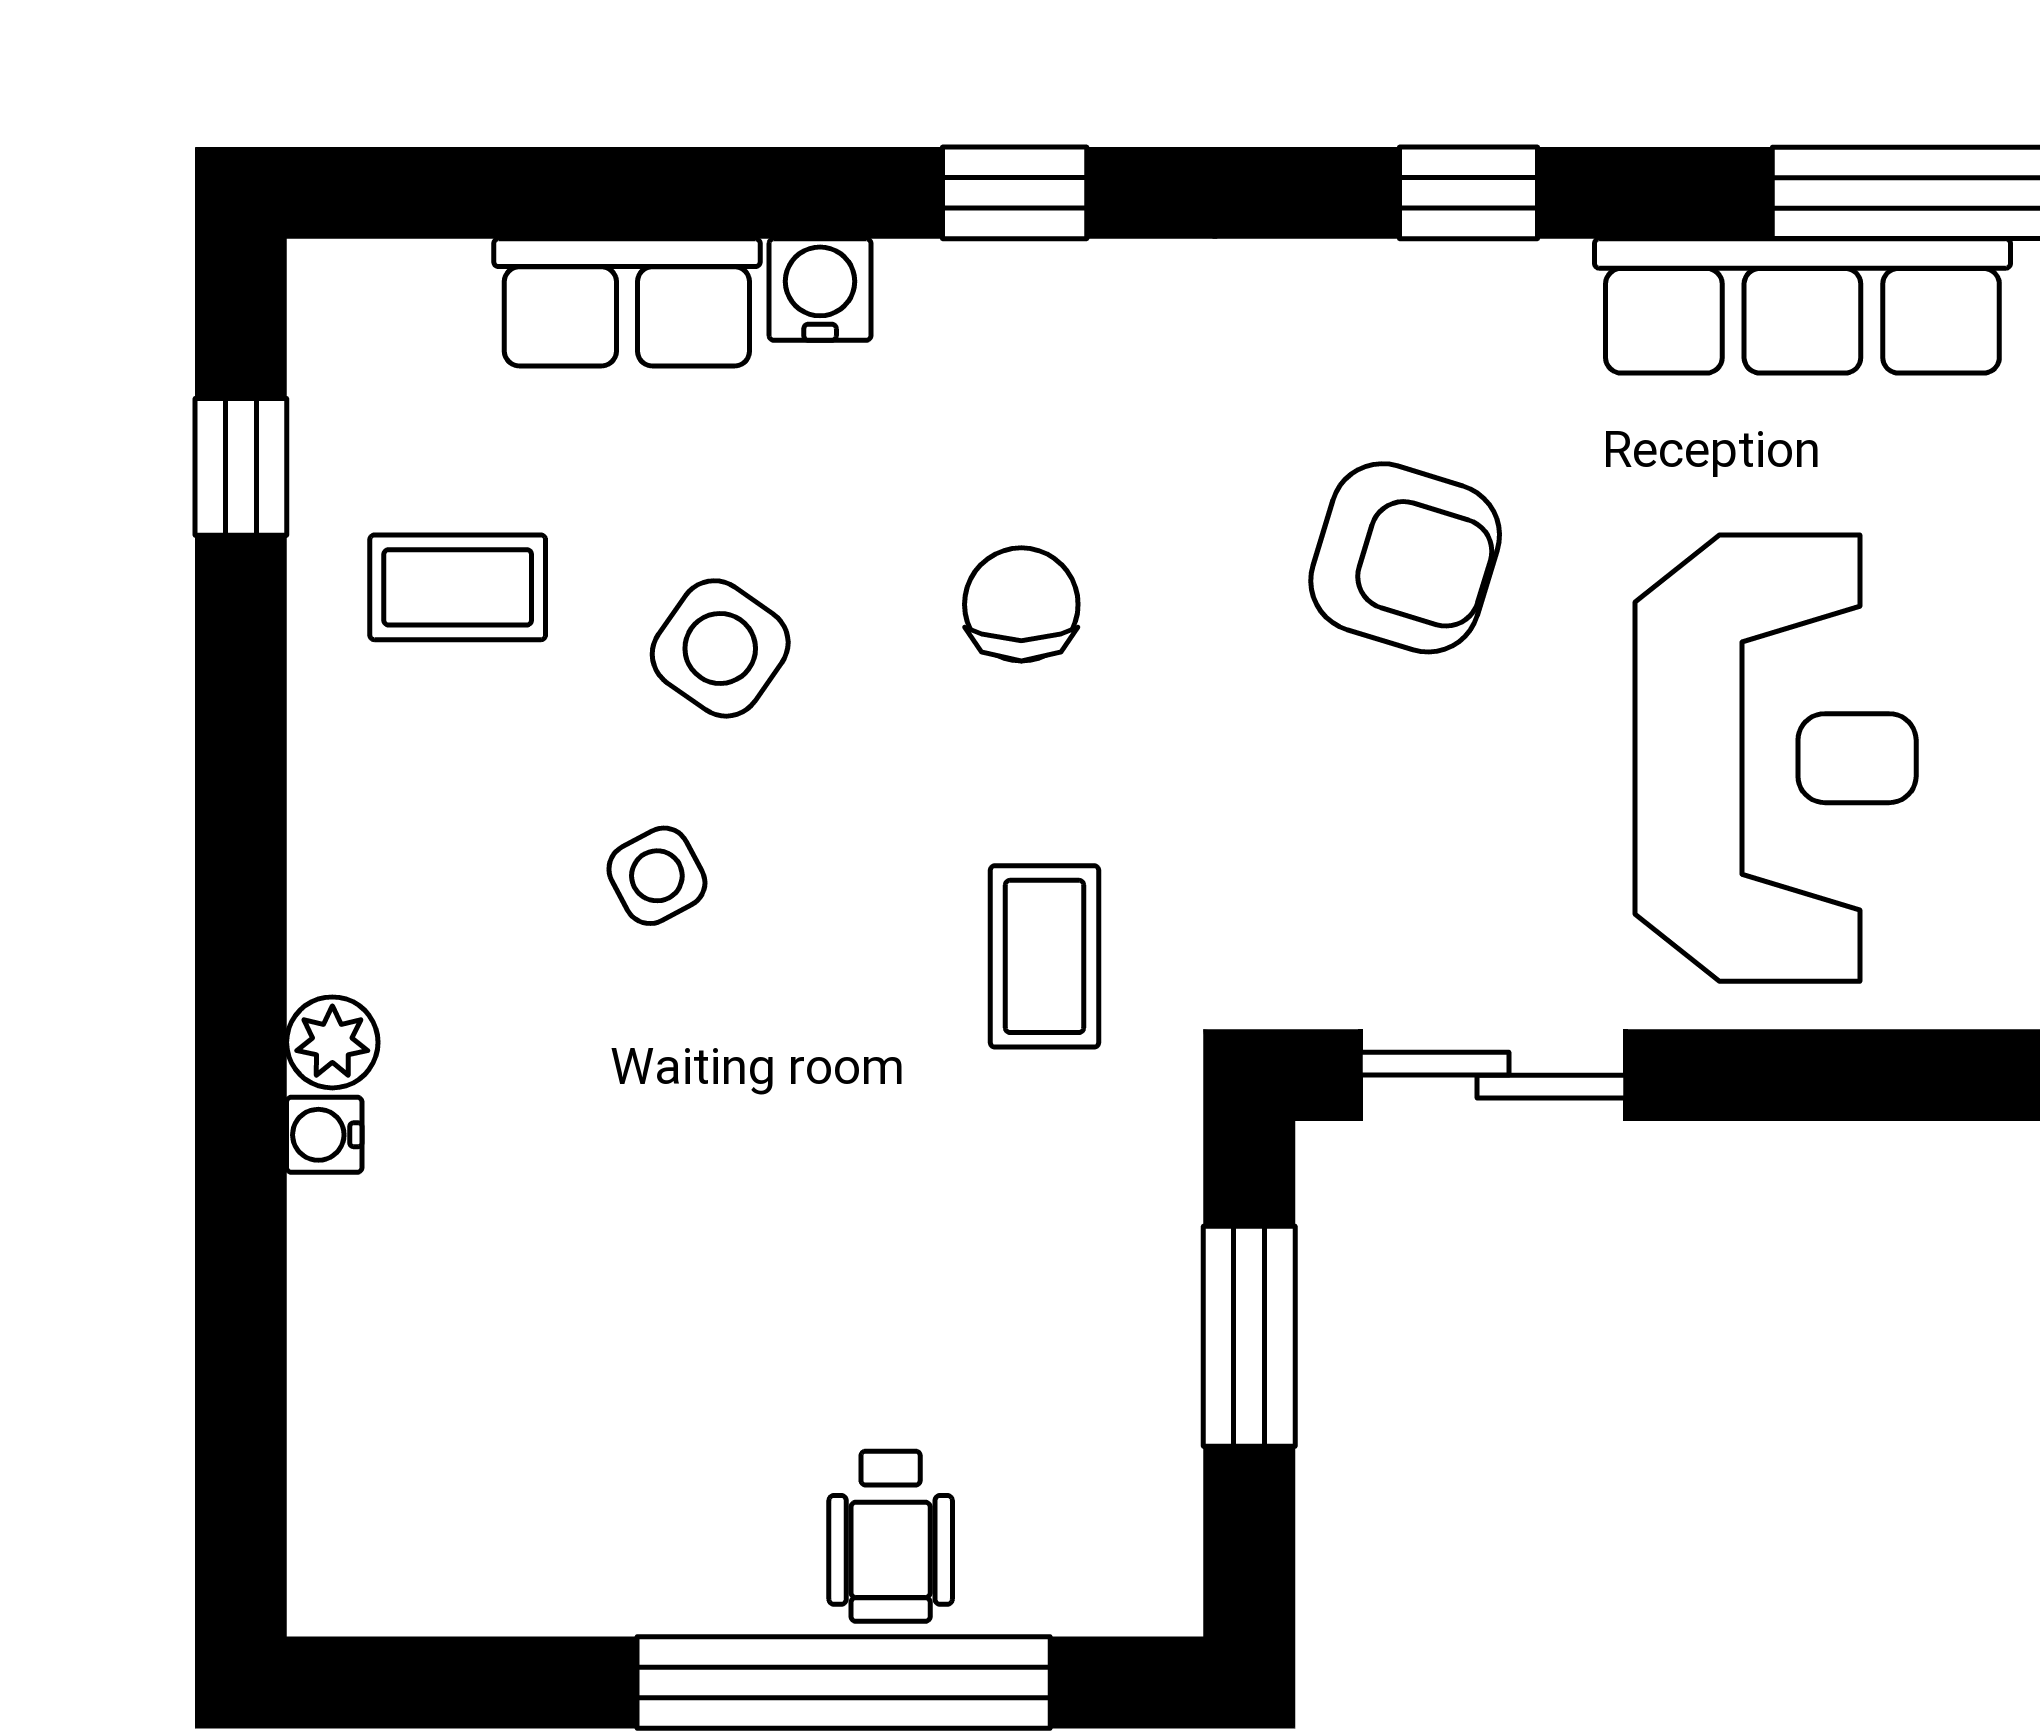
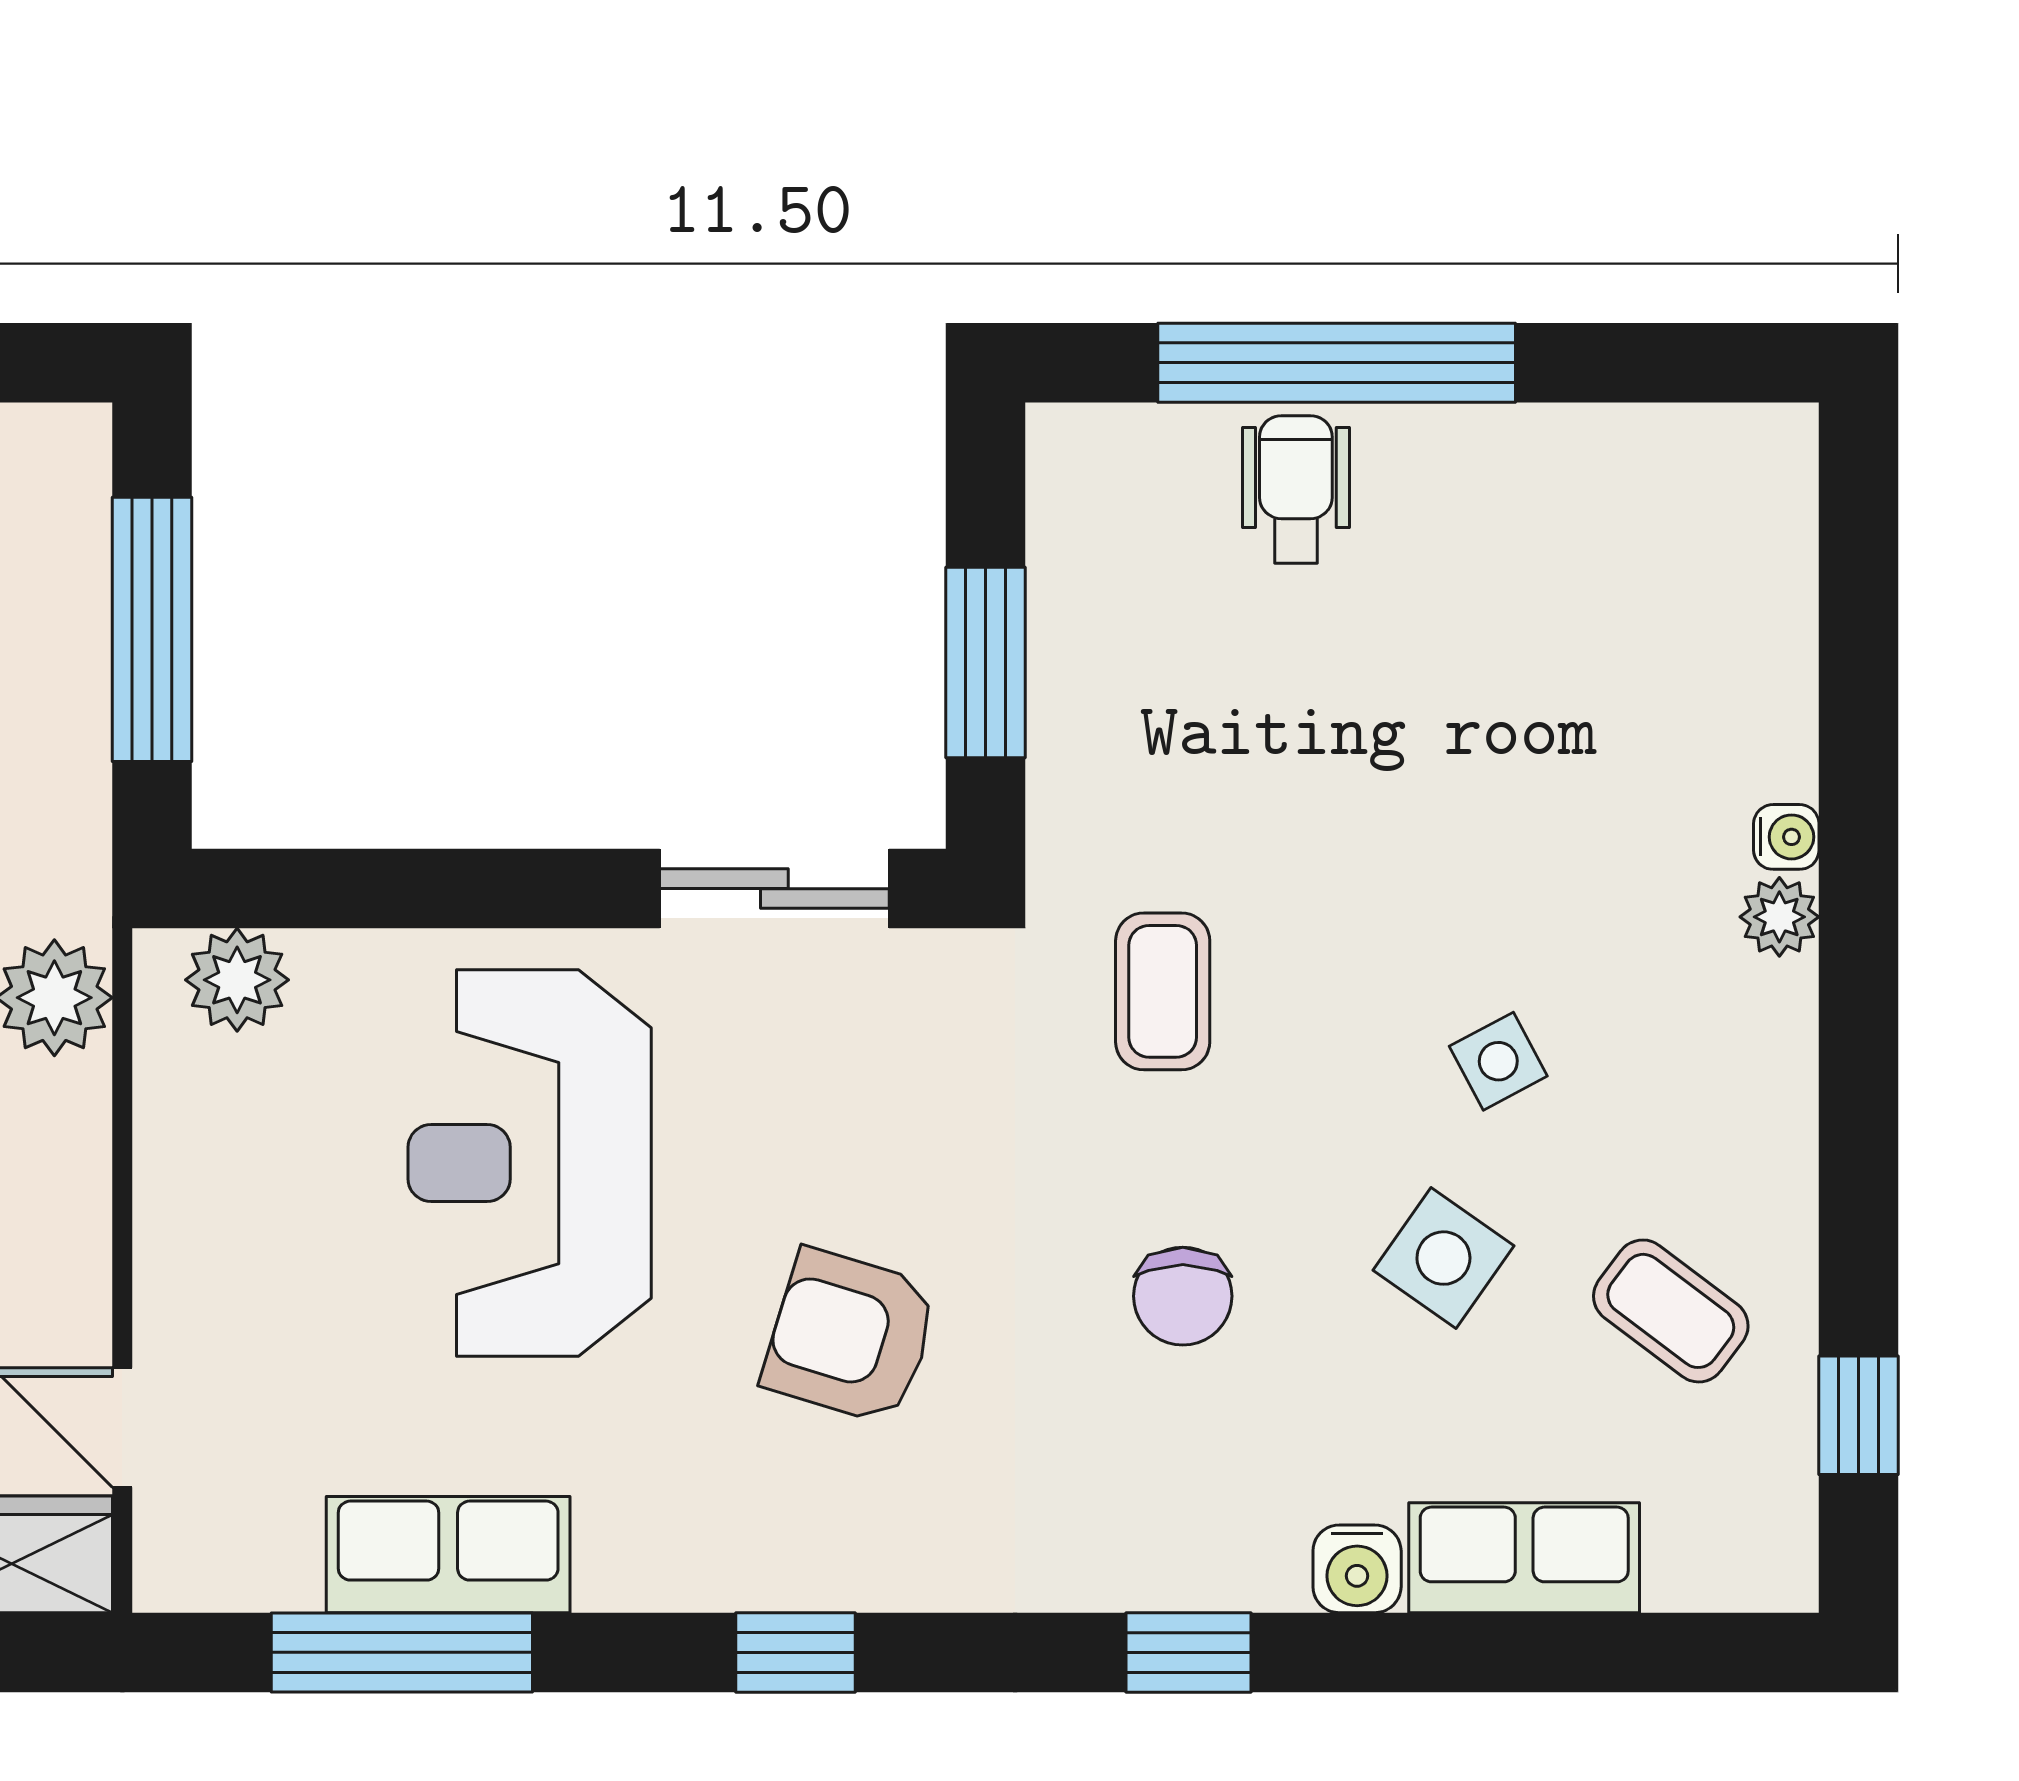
row of seats: (1802, 306) -> (448, 1555), width x0.68
coffee table: (458, 587) -> (1671, 1311), turned 37

